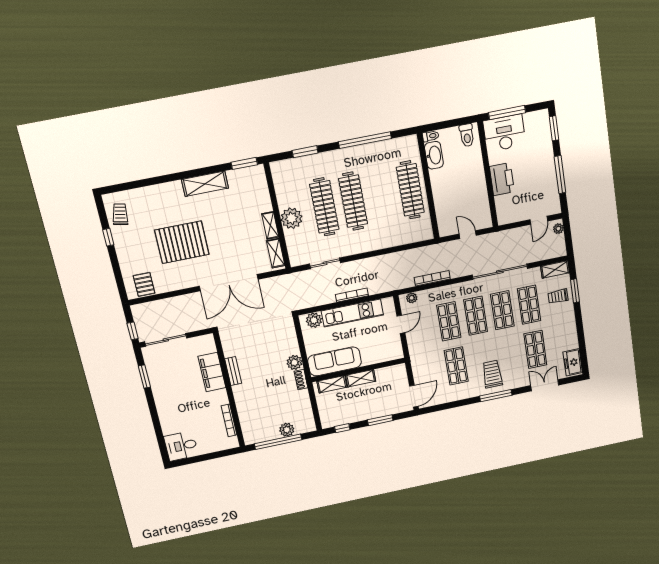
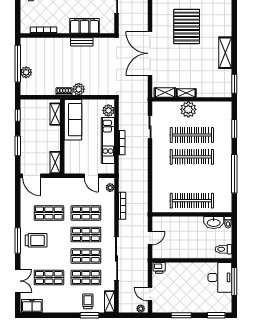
window: (560, 175) -> (181, 315), width x0.69
printer: (502, 179) -> (159, 268), moved, width x0.53, depth x0.68
shelving: (361, 378) -> (55, 163), moved

